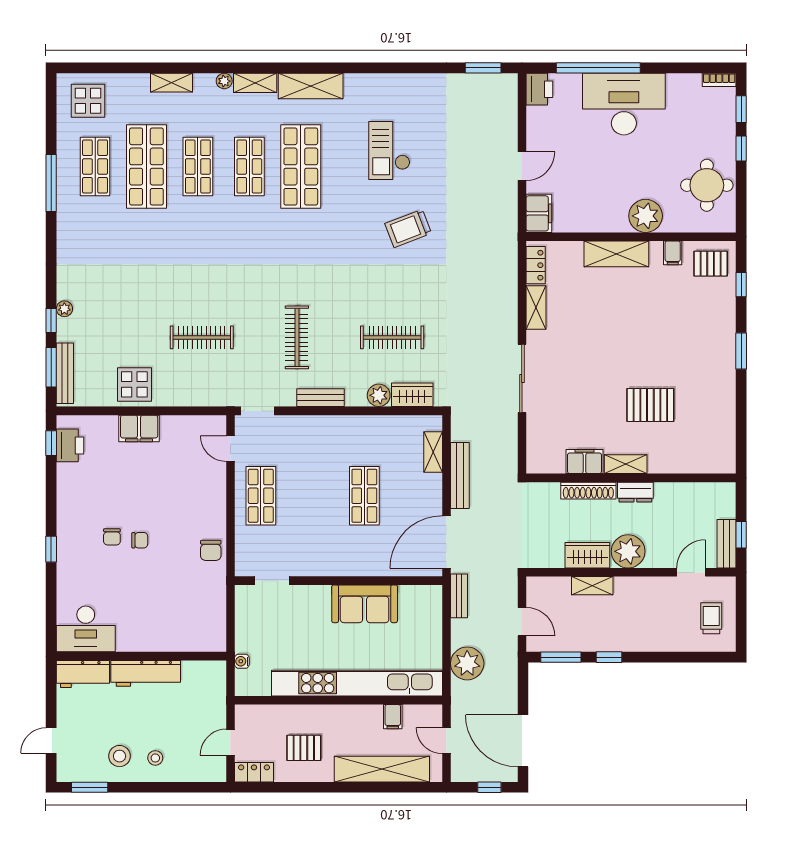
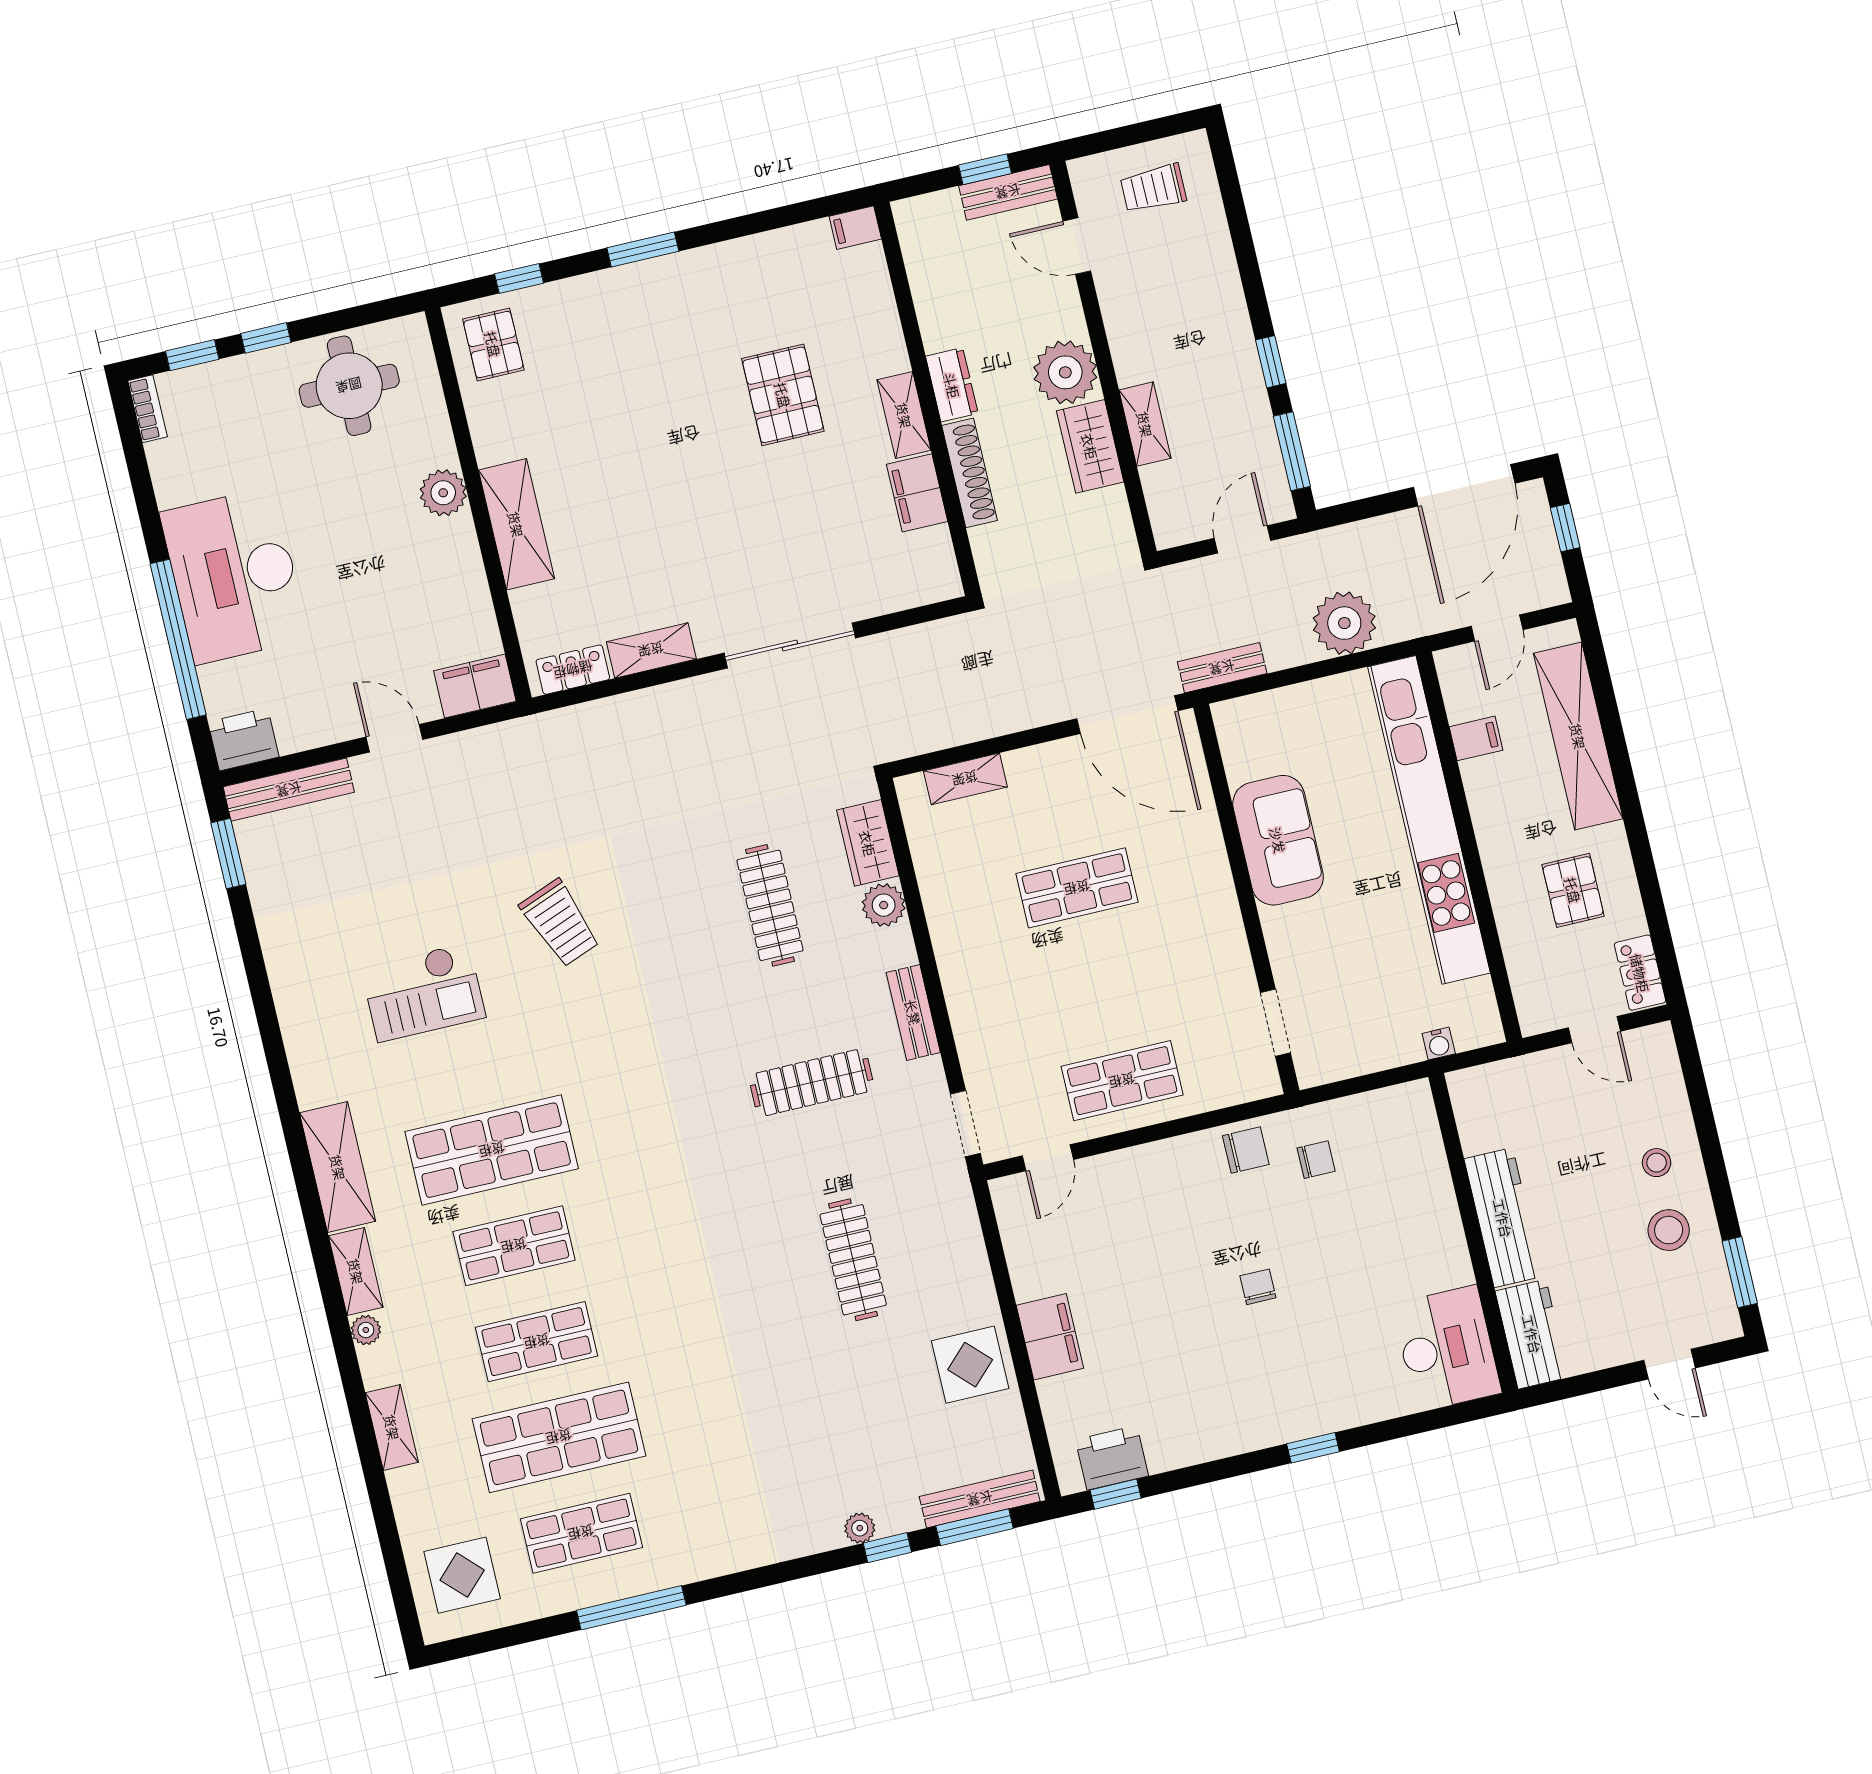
plant: (646, 216) -> (443, 493), width x0.73, depth x0.73
filing cabinet: (673, 253) -> (855, 228), moved, turned 180
bench: (460, 475) -> (289, 790), moved
chair: (112, 537) -> (1316, 1160), moved

